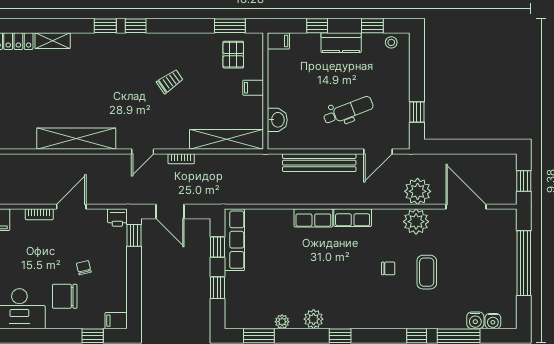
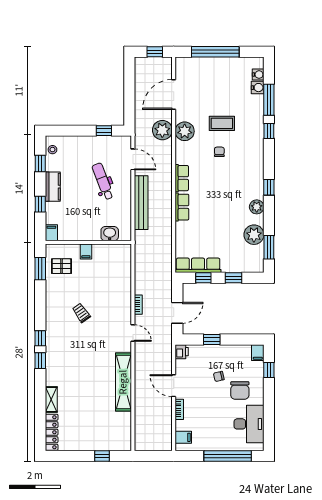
shelving: (227, 139) -> (124, 271), removed
window: (134, 235) -> (212, 339), moved
plant: (282, 322) -> (254, 235), width x1.87, depth x1.87

